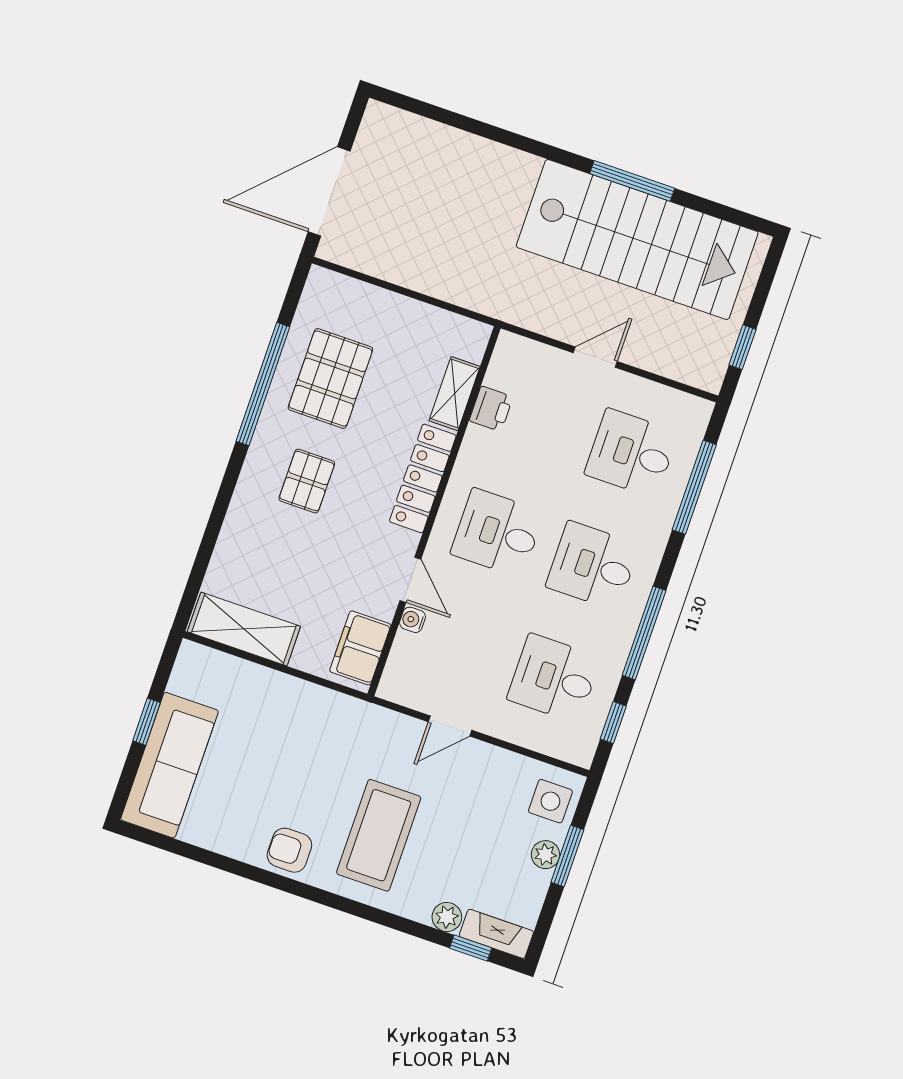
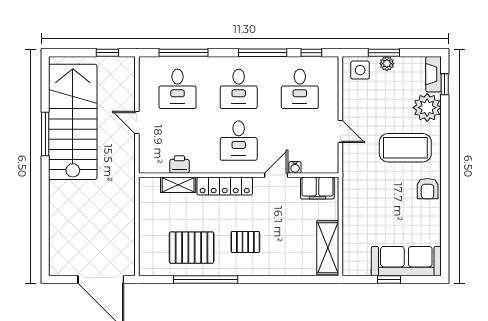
plant: (447, 917) -> (427, 108), width x1.88, depth x1.88

